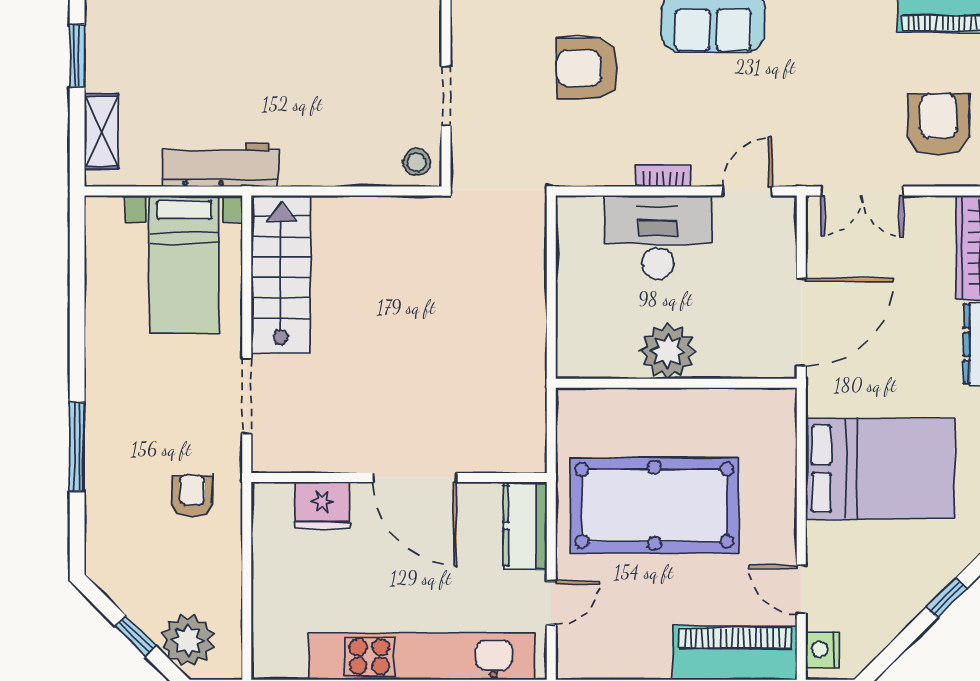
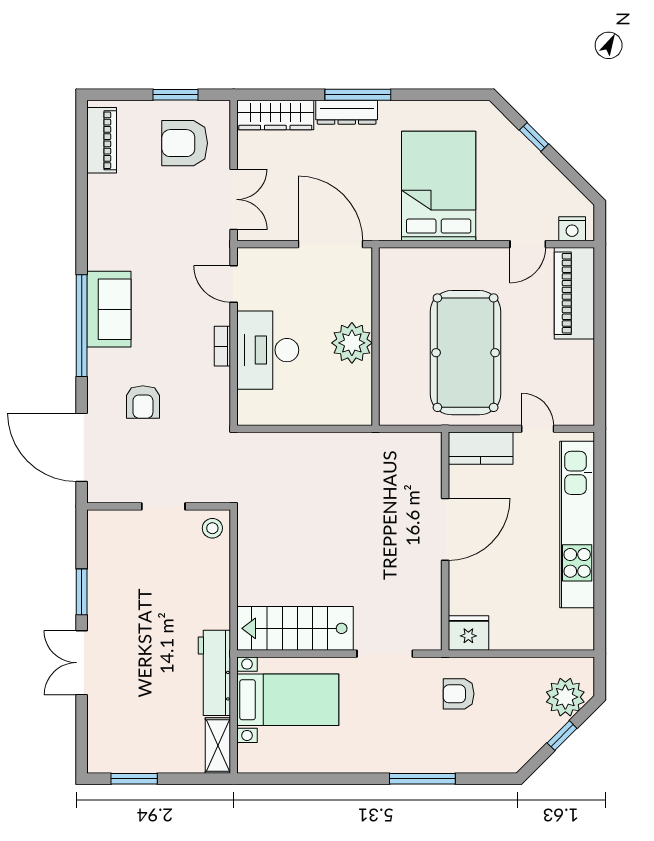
armchair: (588, 68) -> (143, 402), width x0.72, depth x0.72
shelving: (101, 131) -> (218, 746), moved, turned 90
fridge: (322, 505) -> (468, 633), moved, turned -90

